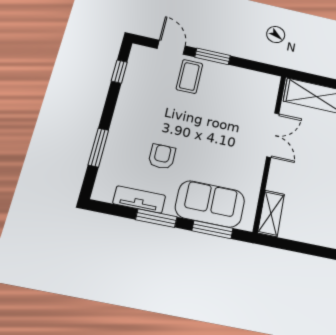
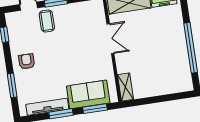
armchair: (162, 157) -> (27, 61), moved
tv unit: (139, 200) -> (47, 107), width x1.41

